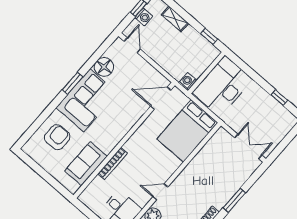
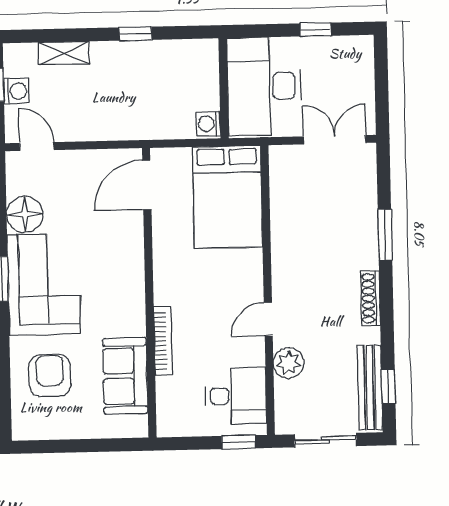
wall: (206, 73) -> (224, 88), moved
washing machine: (188, 81) -> (208, 124), moved
desk: (223, 86) -> (264, 86), moved

